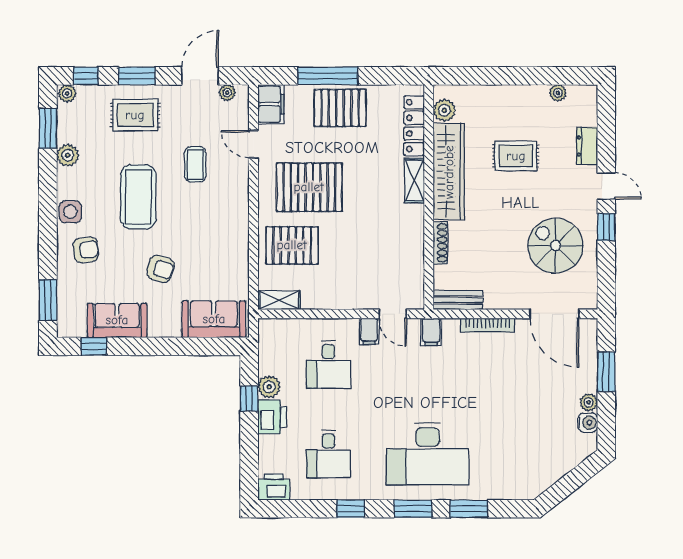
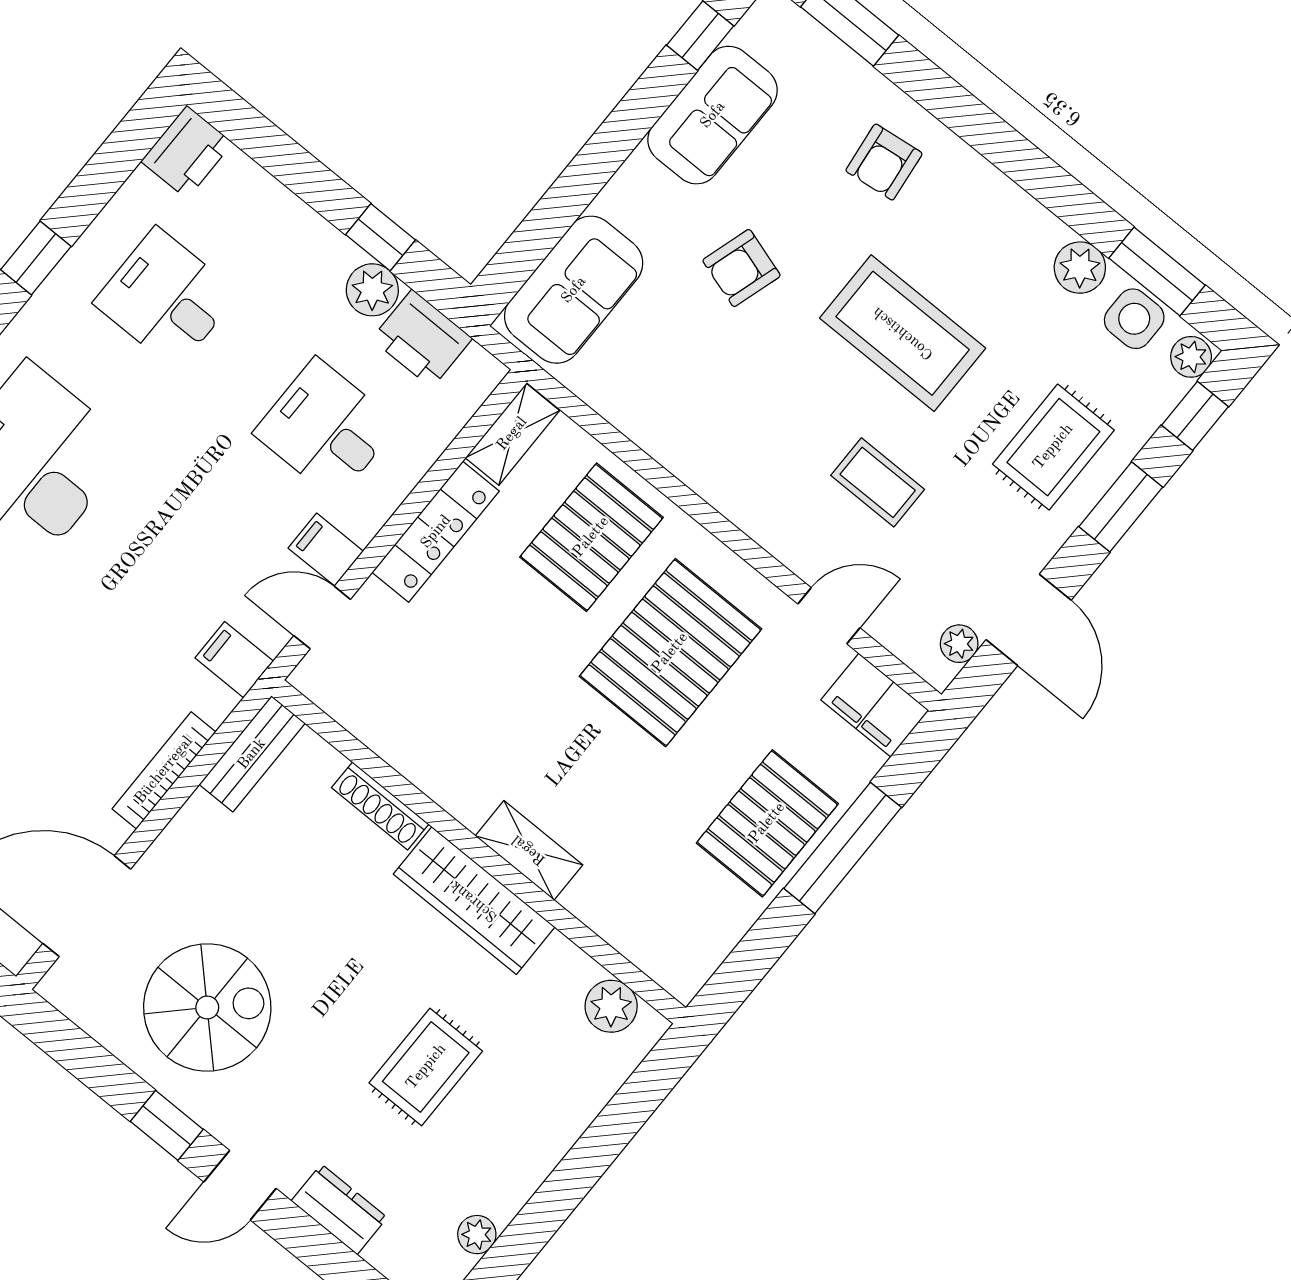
locker: (414, 126) -> (436, 532), moved, turned 90
wardrobe: (449, 172) -> (474, 901), width x0.71, depth x0.85
side table: (70, 212) -> (1134, 319), moved
printer: (272, 417) -> (422, 339), moved

